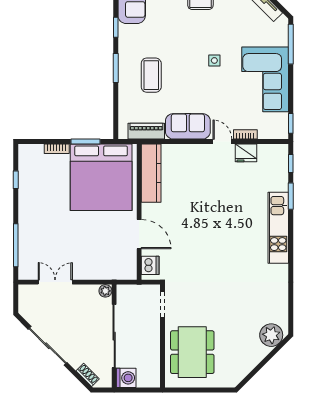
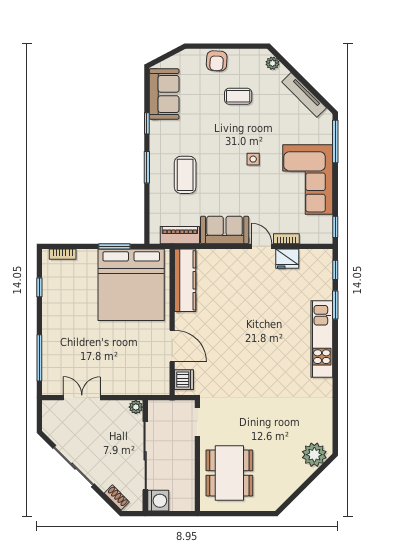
bookcase: (57, 149) -> (63, 254), moved

